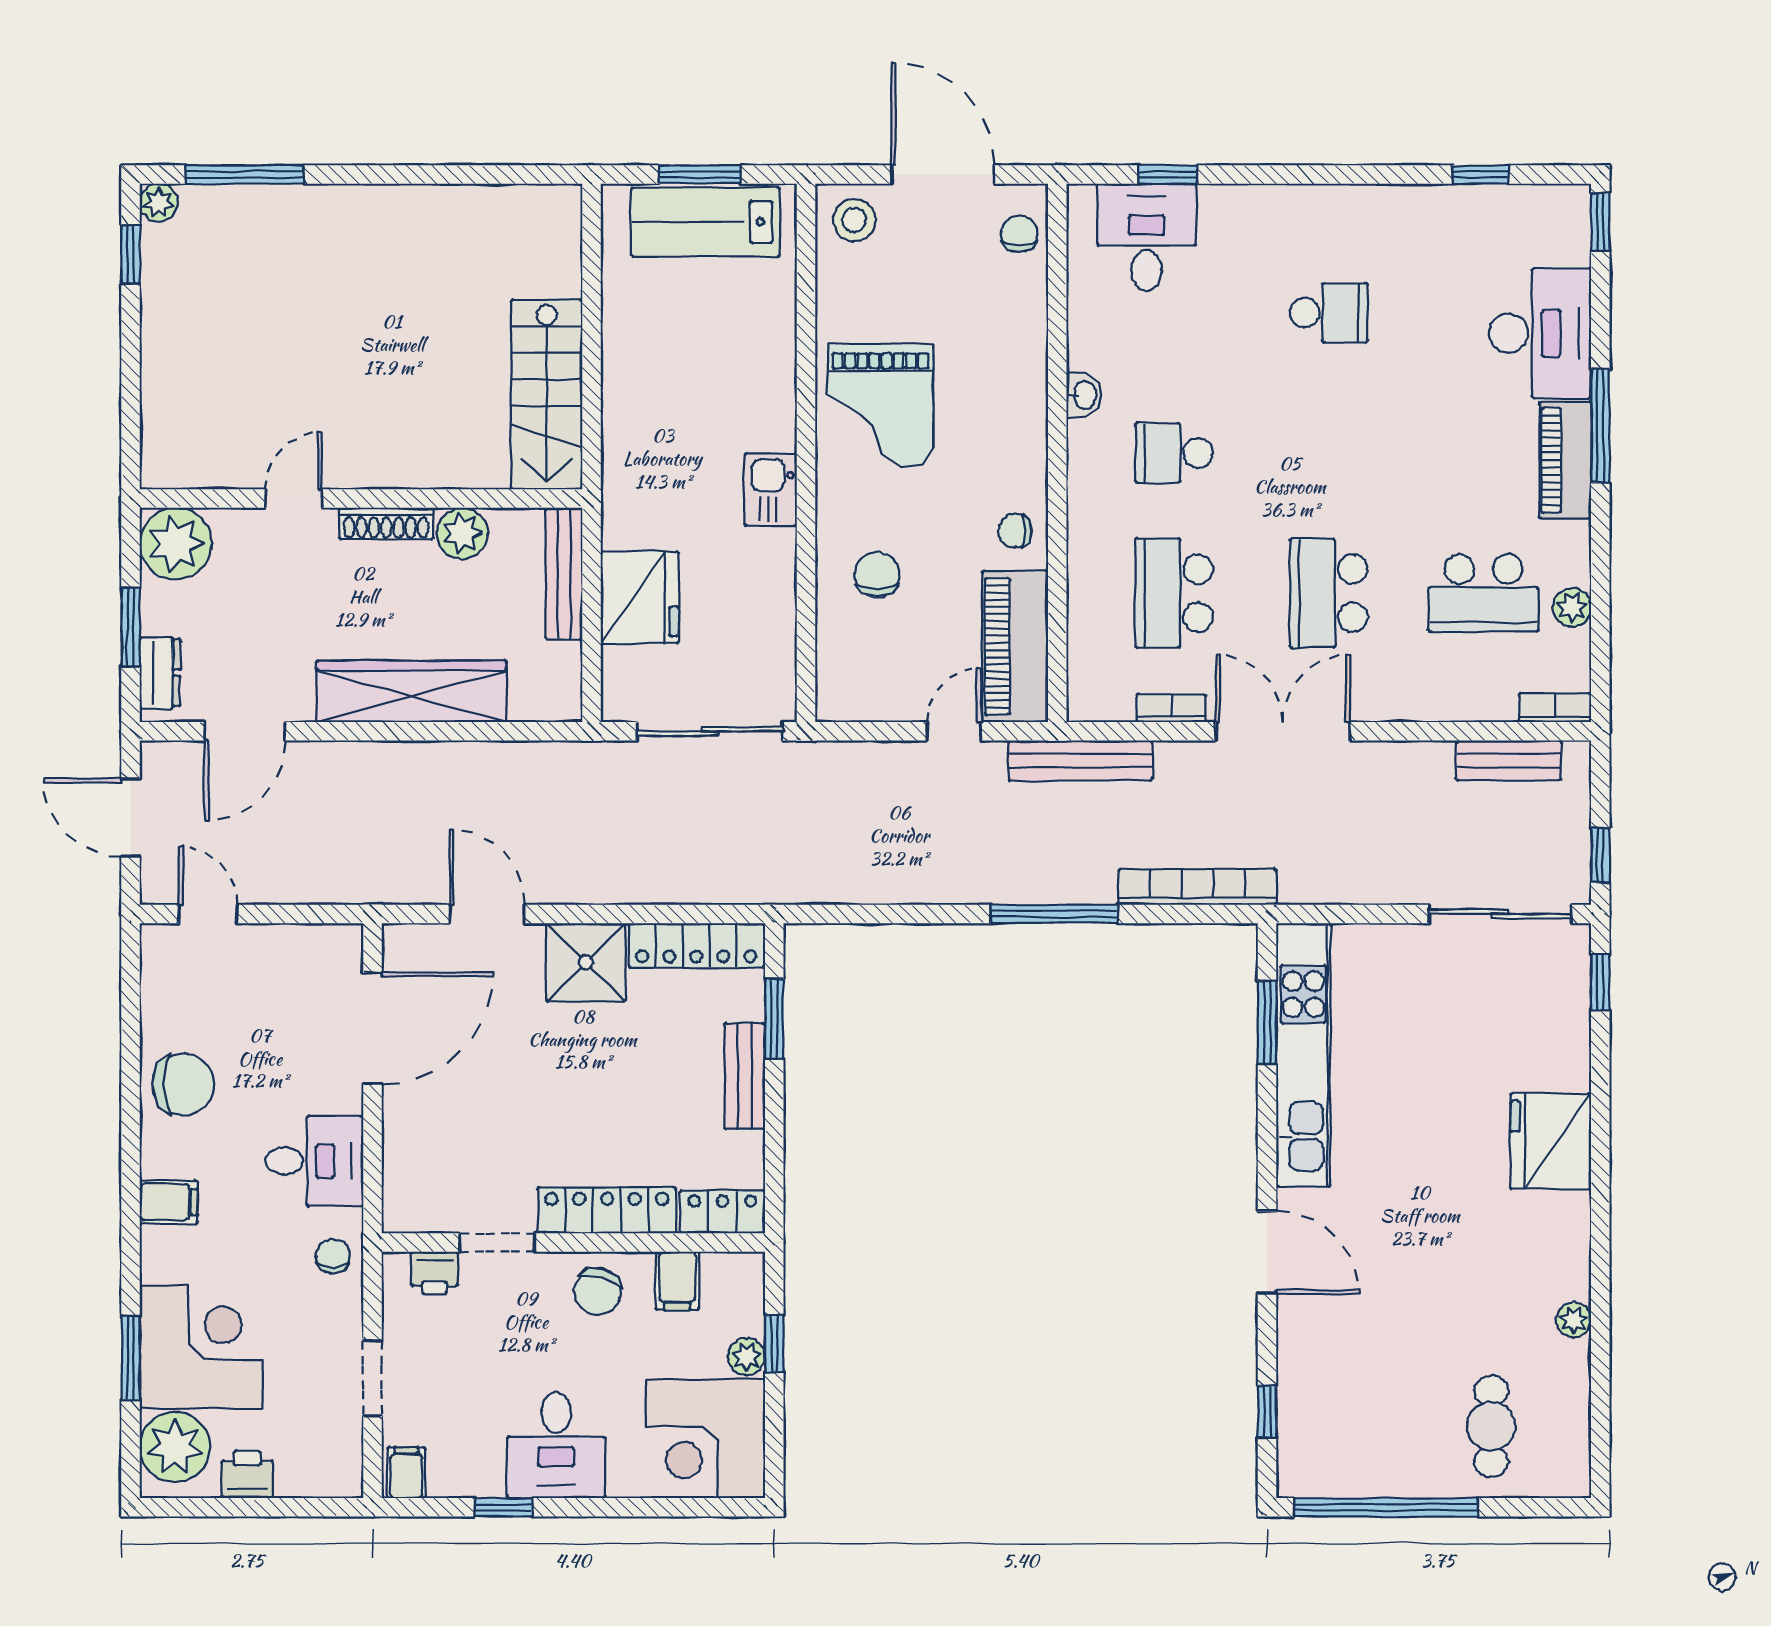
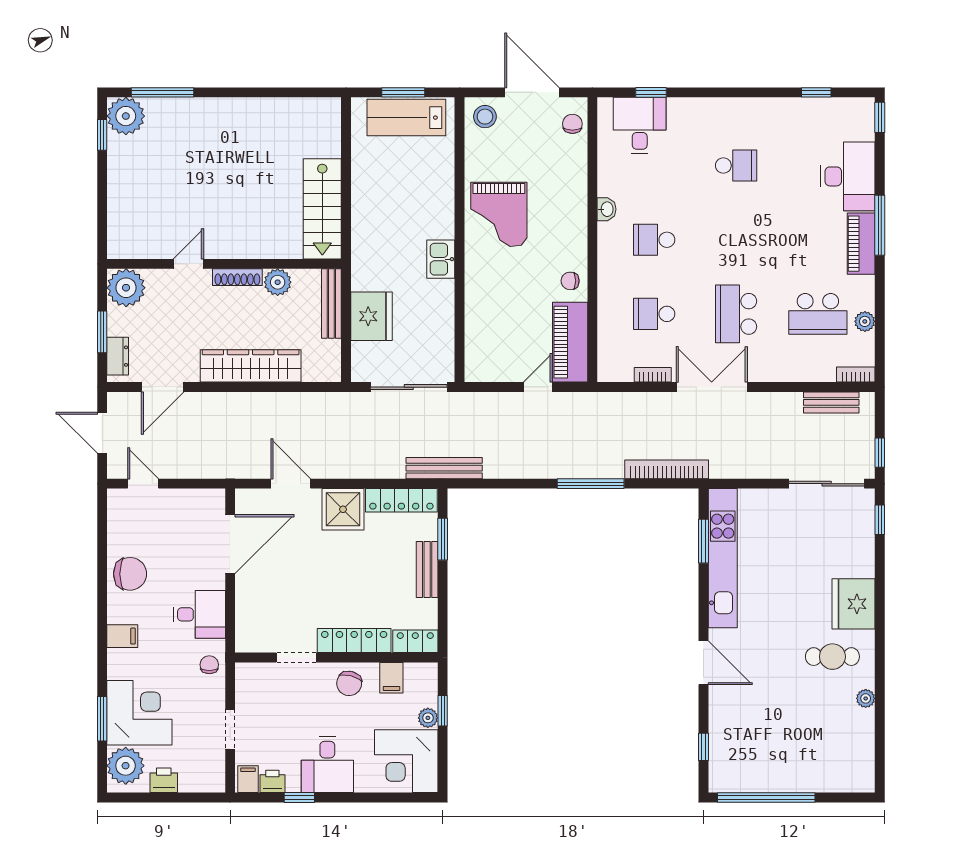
plant: (159, 203) -> (126, 116), width x1.88, depth x1.88
chair: (877, 575) -> (497, 304), removed
school desk: (1174, 593) -> (654, 314), width x0.54
bench: (1080, 761) -> (444, 468), moved
printer: (434, 1273) -> (272, 781), moved, turned 180
cafe table: (1491, 1426) -> (832, 657), moved, turned 90

